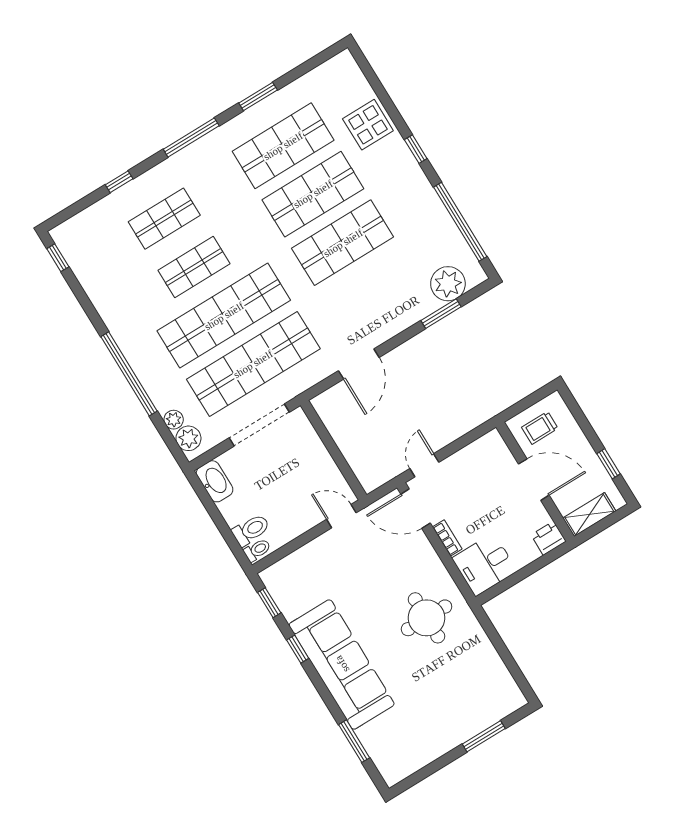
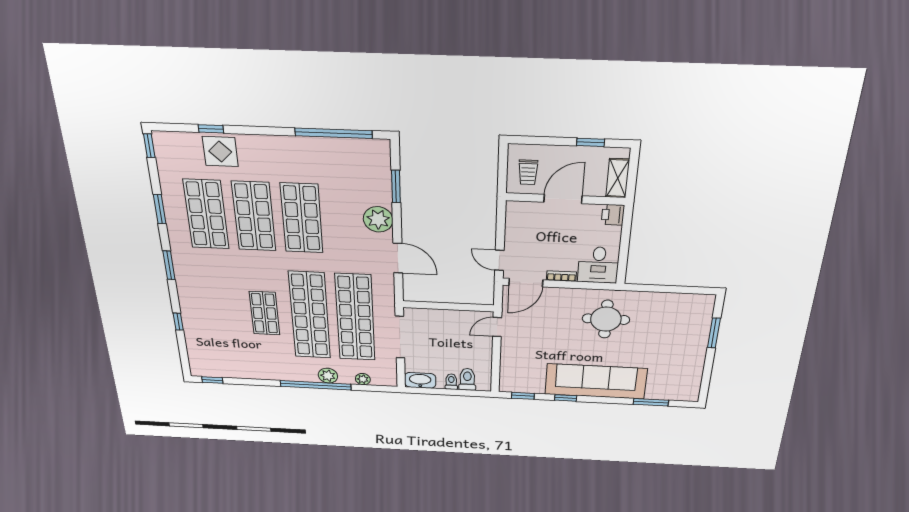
window: (329, 53) -> (149, 146), added
window: (191, 138) -> (169, 265), width x0.69
window: (416, 149) -> (211, 129), moved
shop shelf: (164, 219) -> (220, 311), removed
plant: (448, 284) -> (378, 219), moved
plant: (188, 438) -> (328, 376), moved
toilet: (257, 550) -> (451, 382), moved

